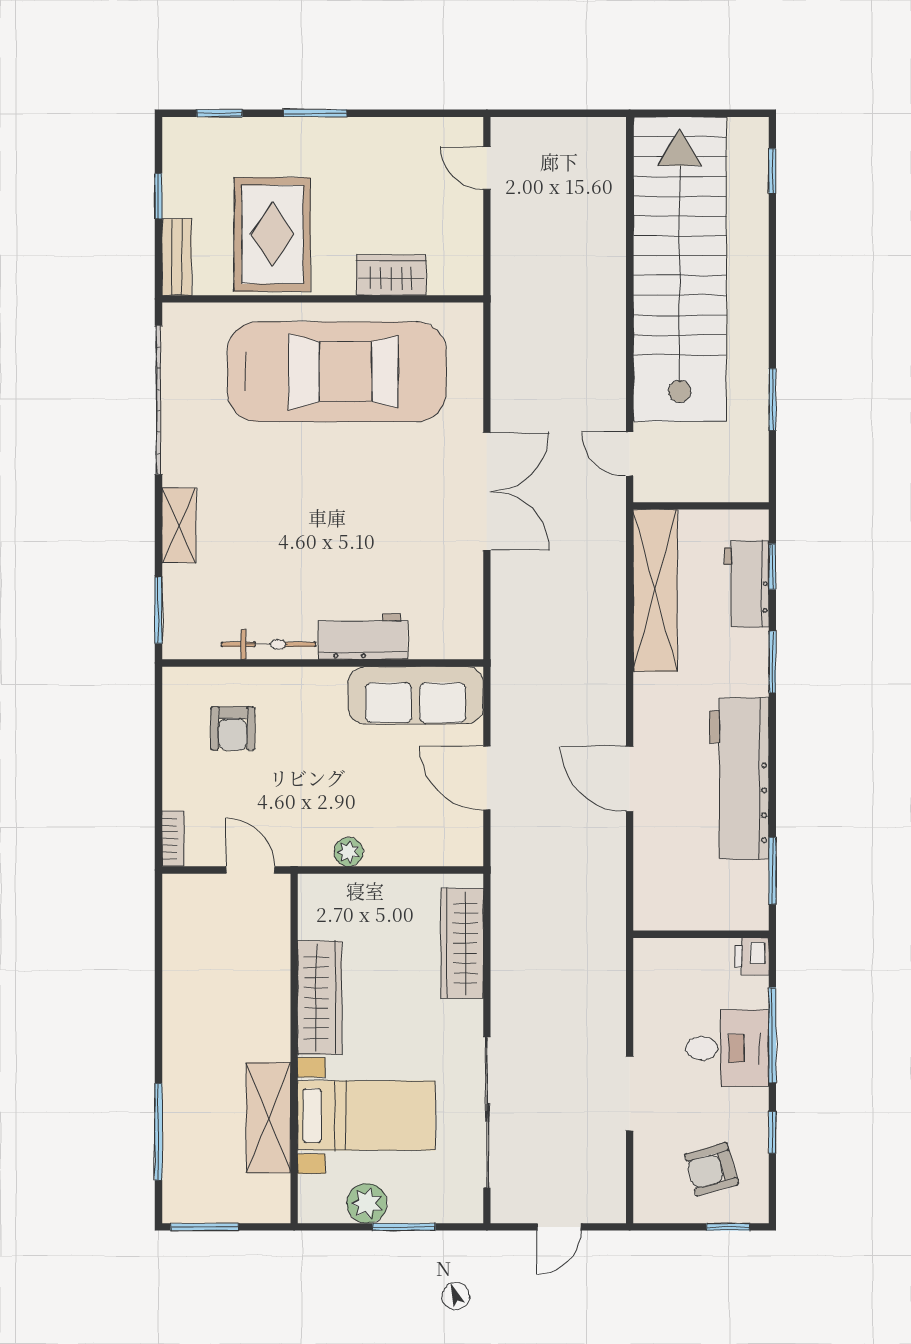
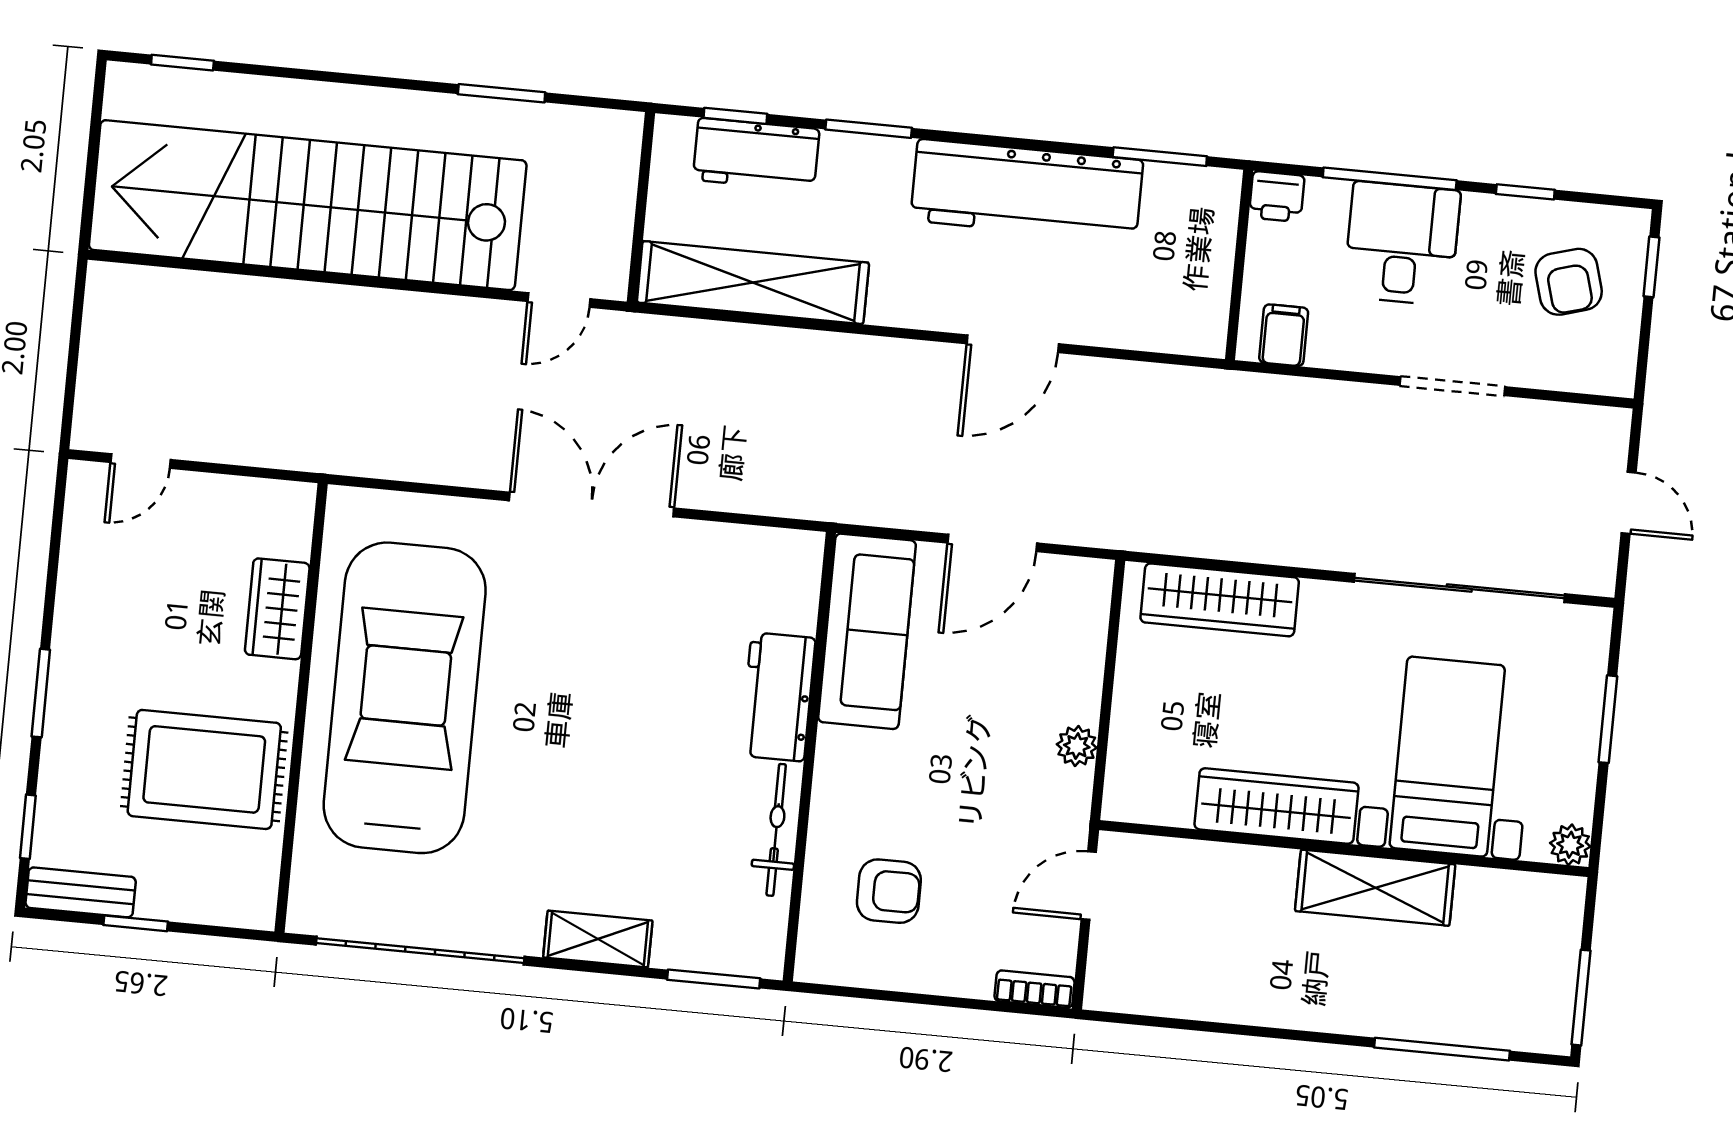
bench: (177, 257) -> (81, 892), moved
filing cabinet: (654, 971) -> (1284, 335), added
shelving: (268, 1118) -> (1375, 888), moved
plant: (367, 1203) -> (1570, 845), moved, width x0.73, depth x0.73

